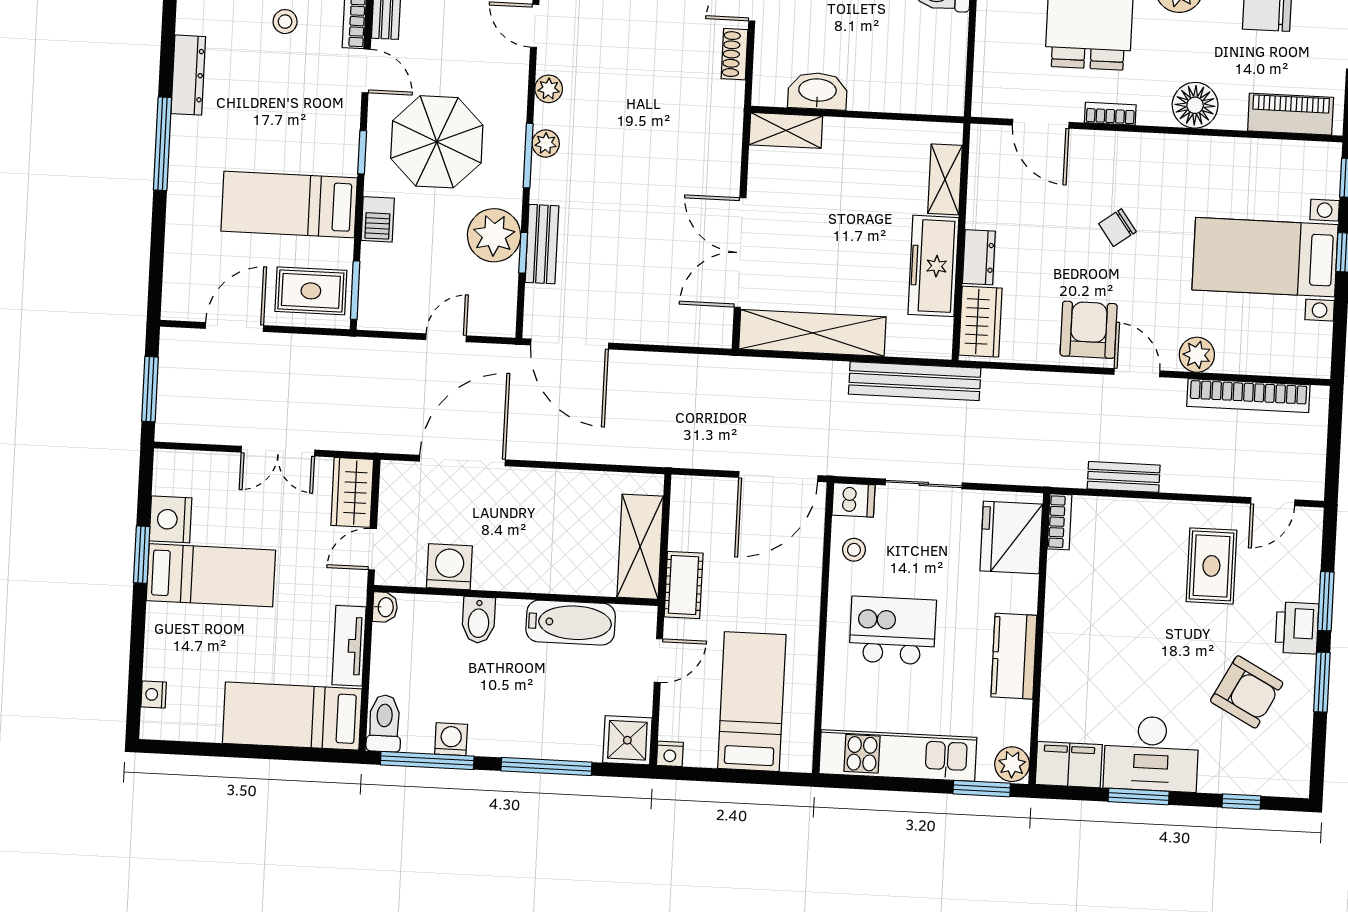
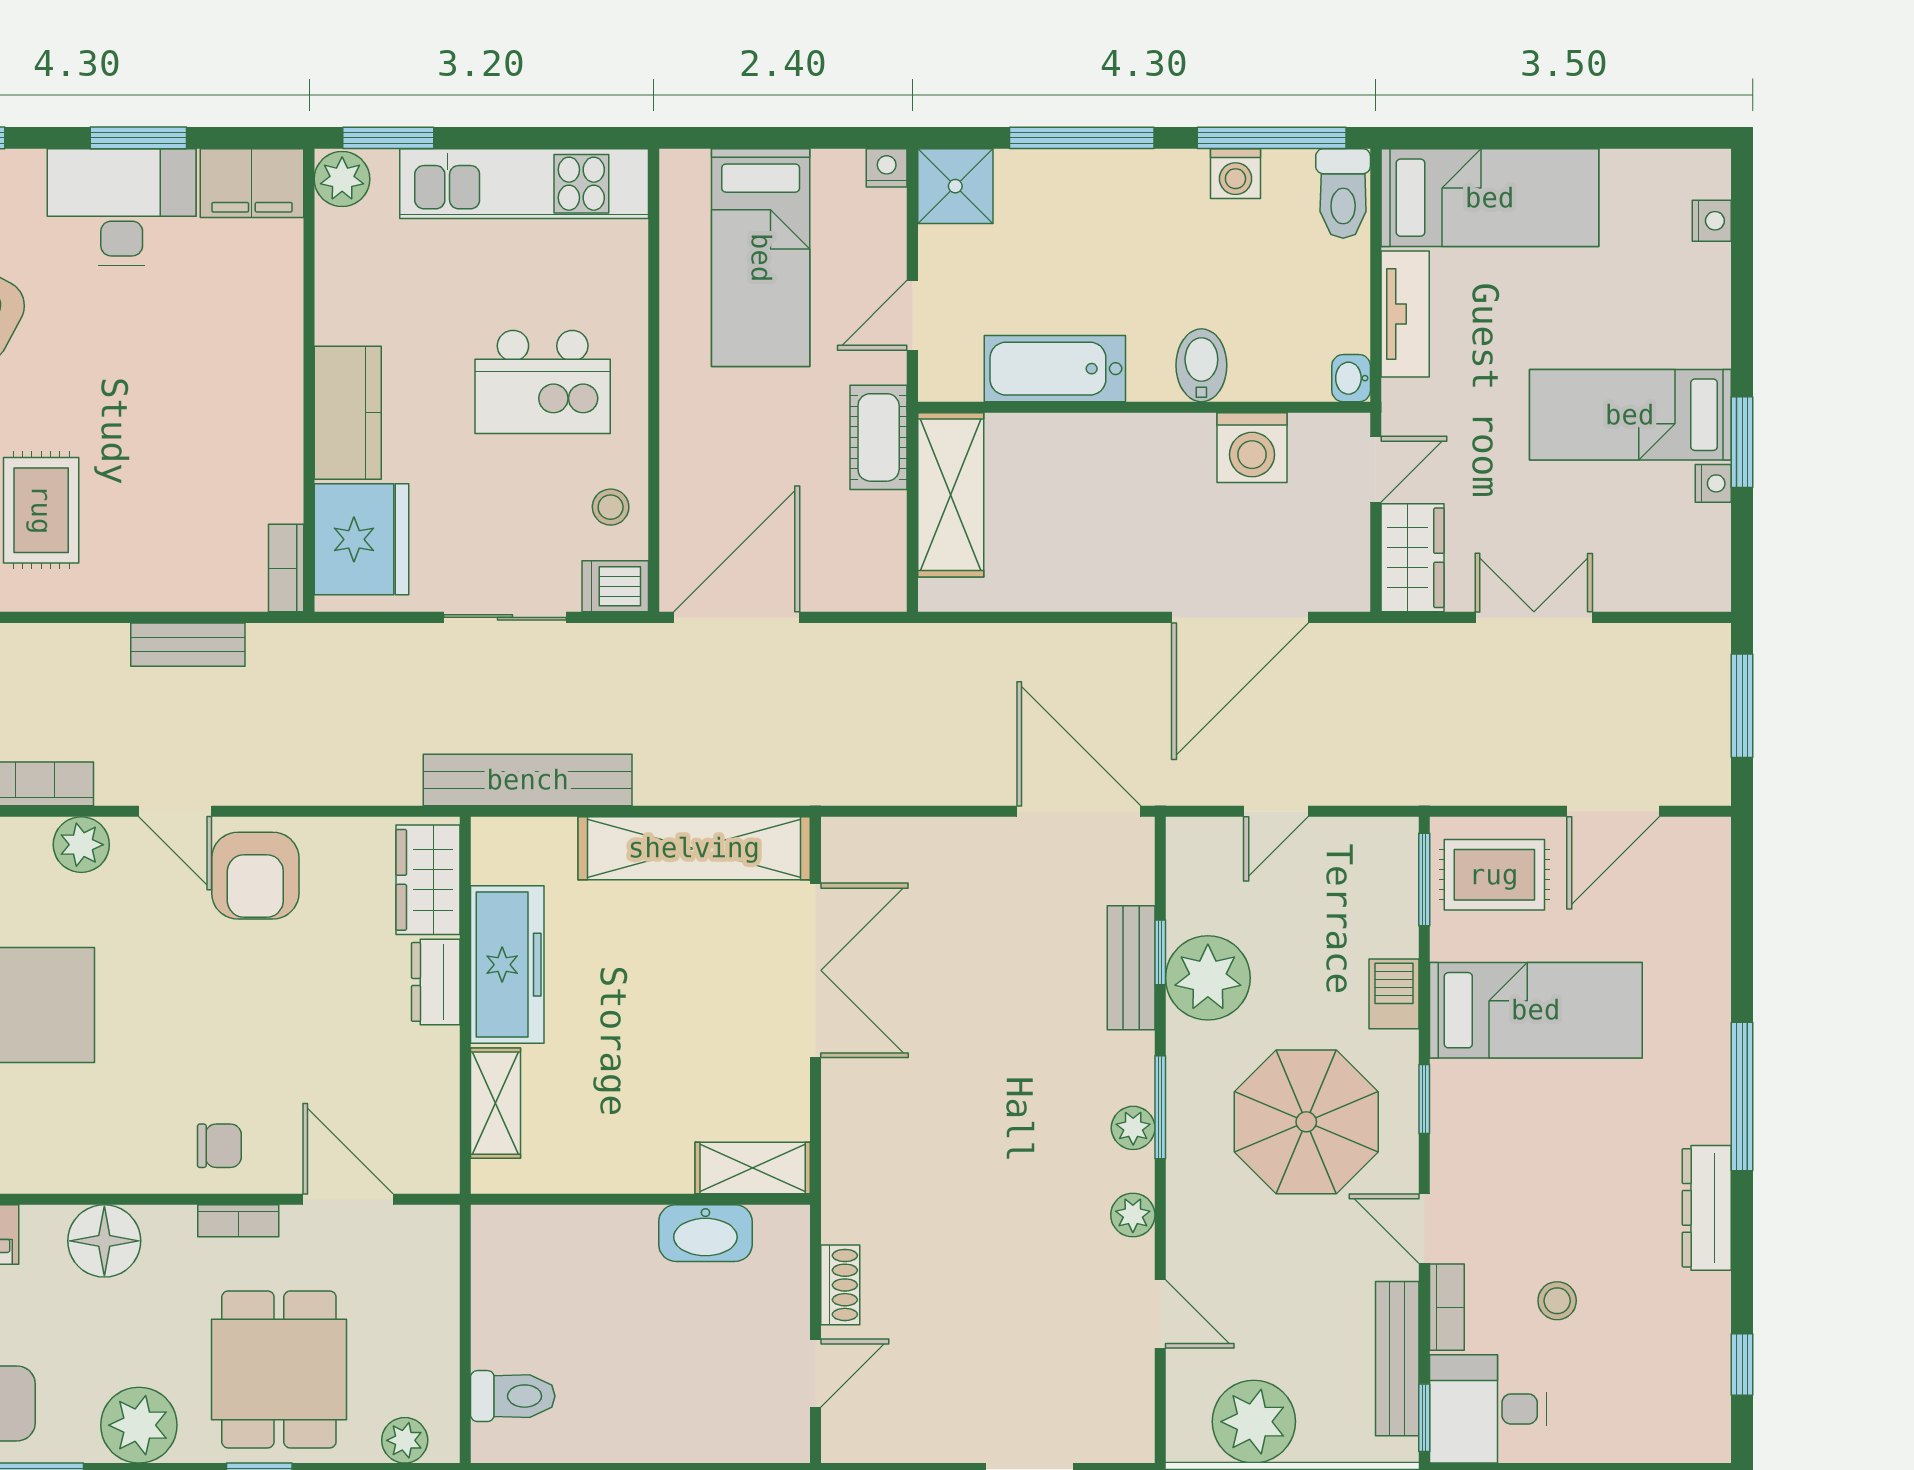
chair: (1117, 228) -> (219, 1146), moved, turned 36
nightstand: (171, 519) -> (1713, 483), width x0.53, depth x0.56
kitchen counter: (1014, 656) -> (348, 413), moved

